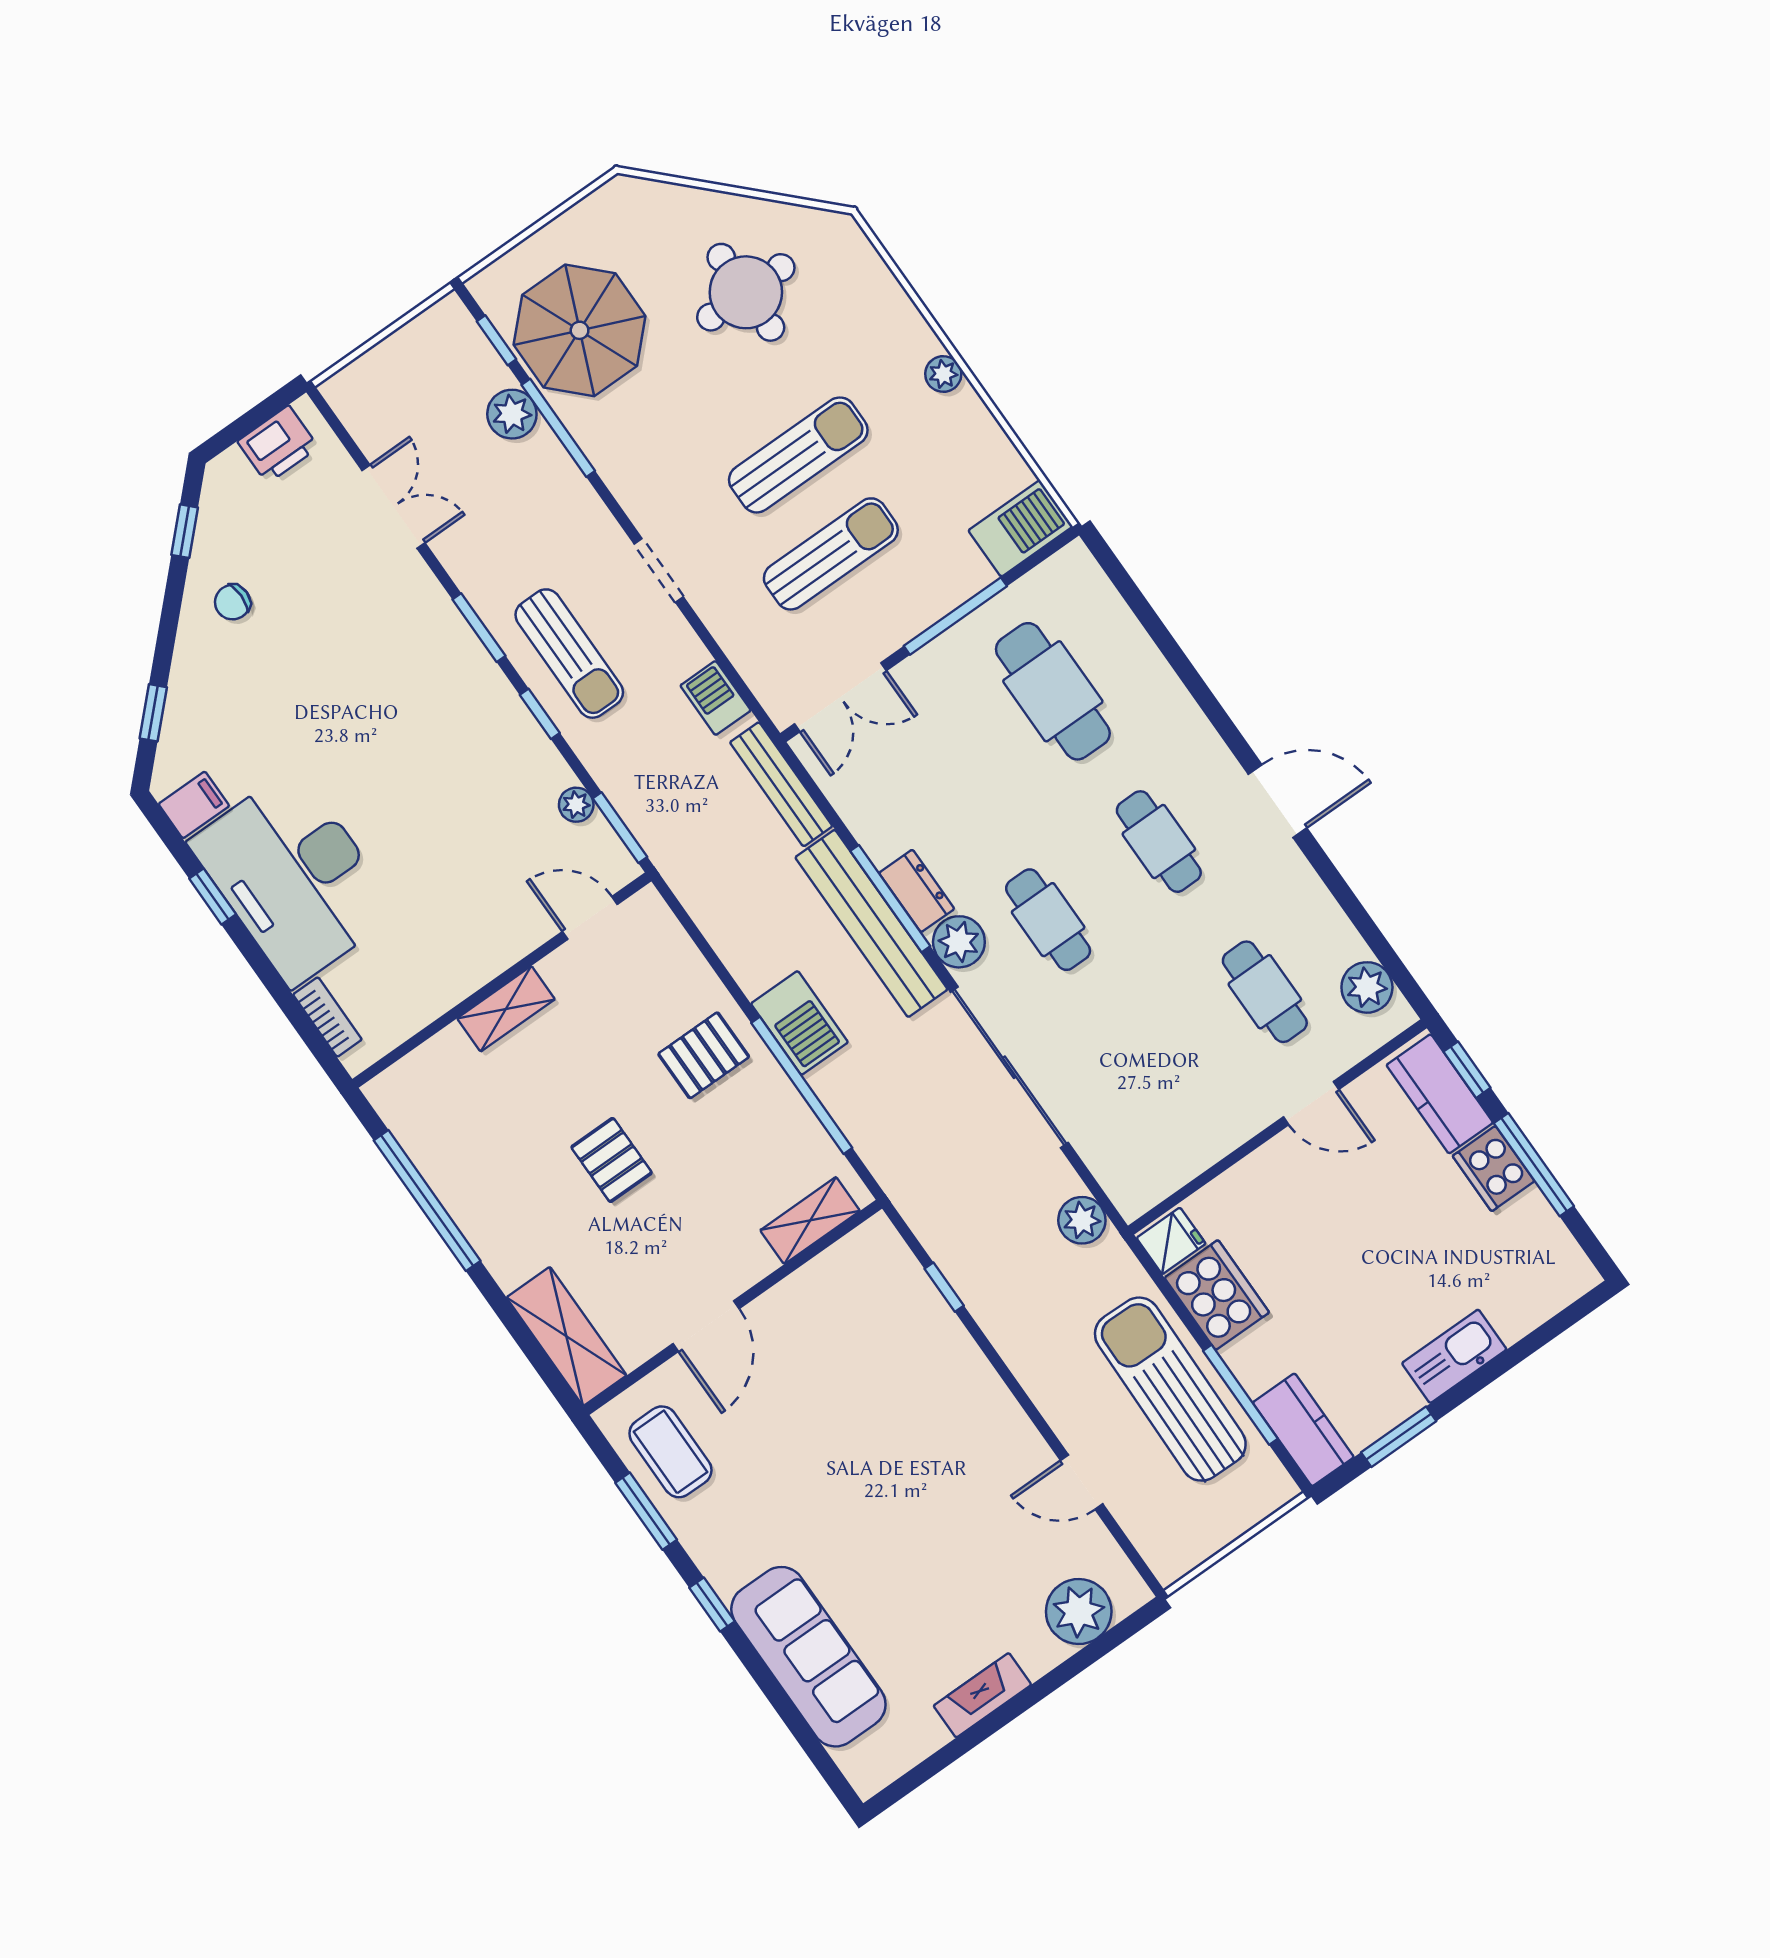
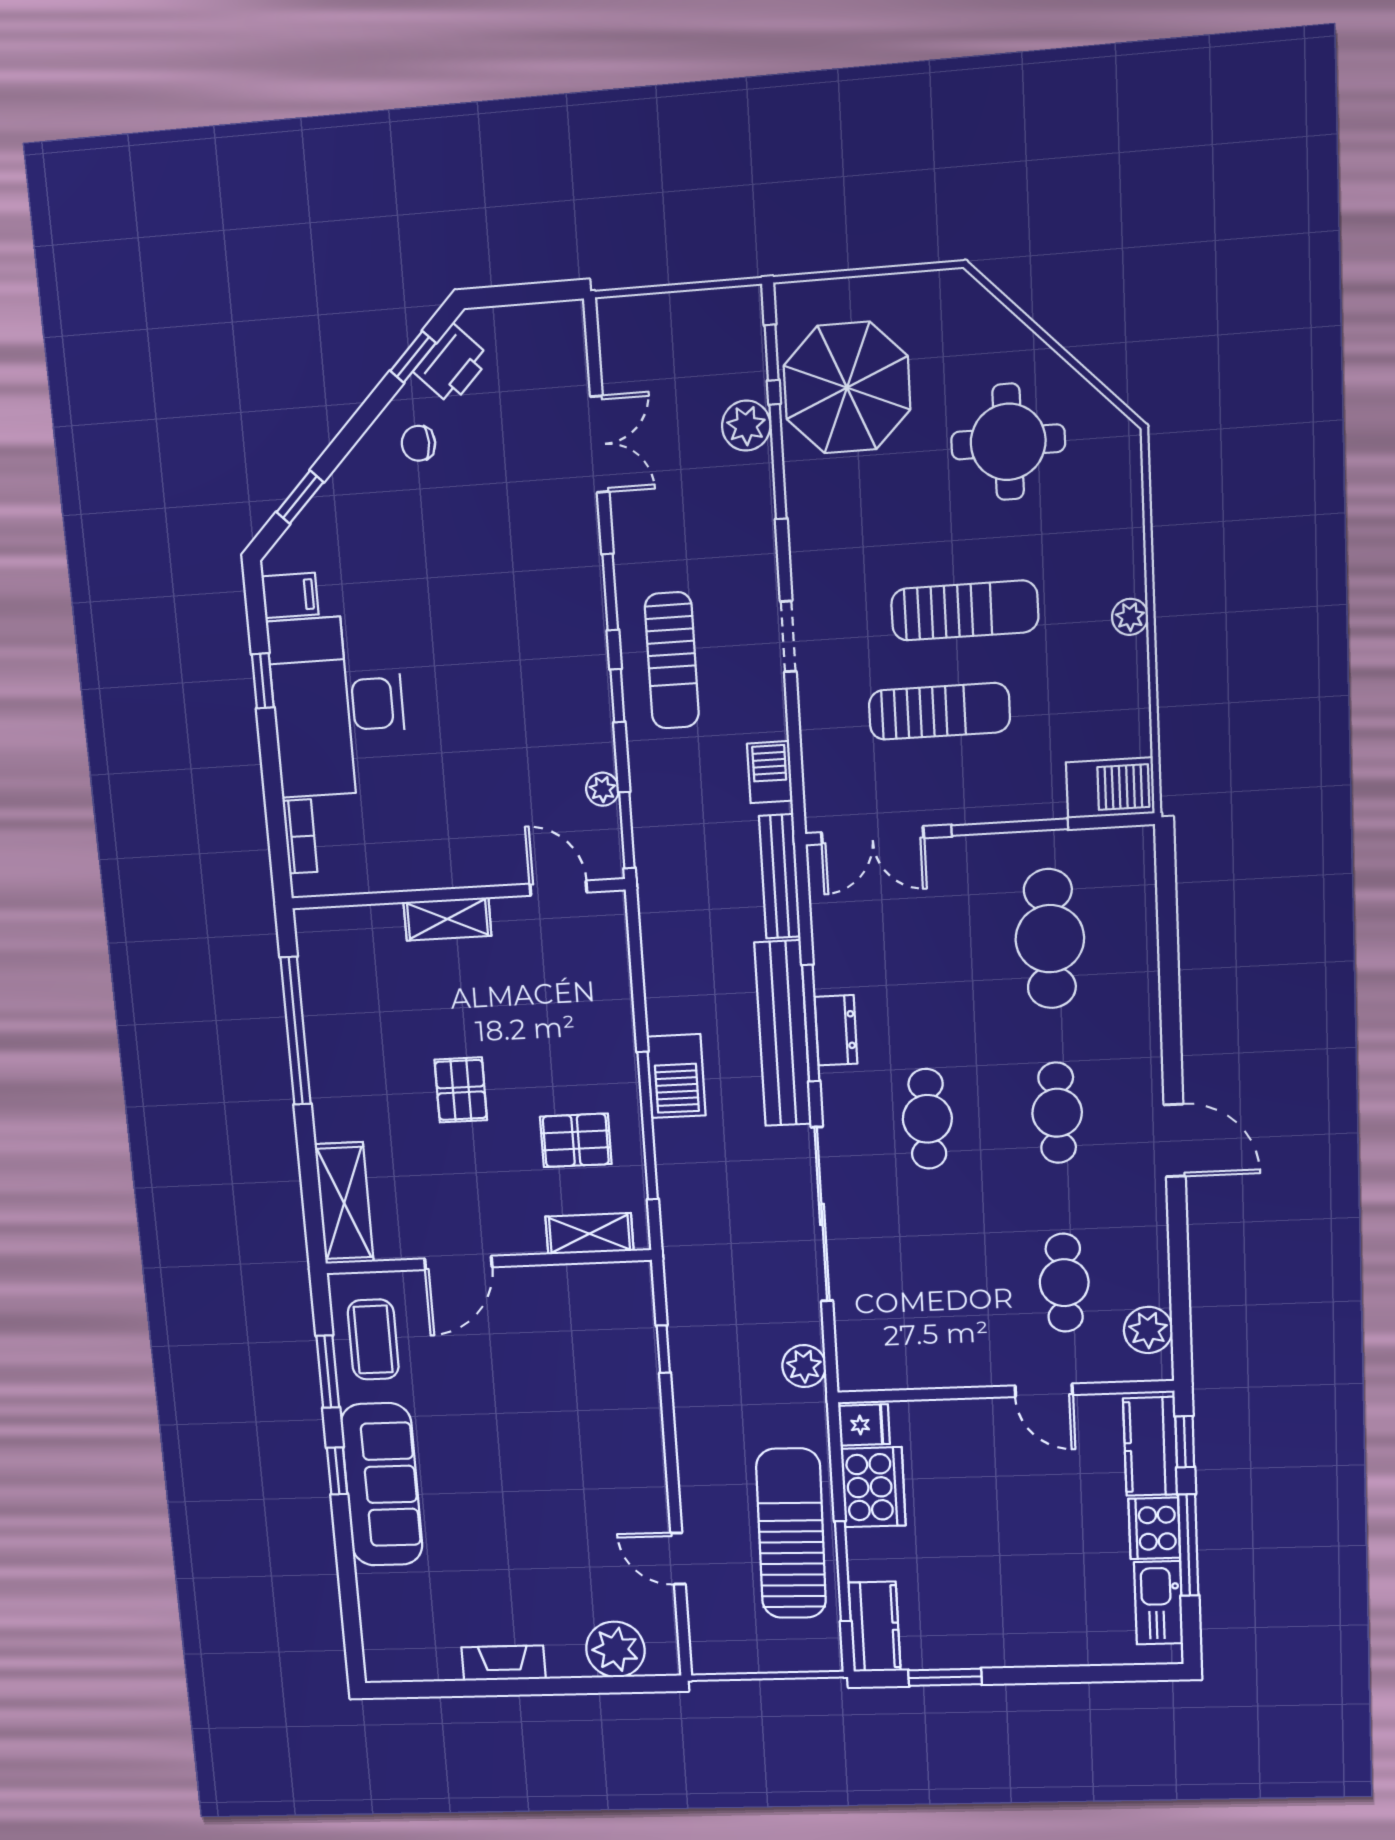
printer: (278, 444) -> (452, 365), moved, turned -45
plant: (959, 942) -> (844, 1092), removed
pallet: (704, 1055) -> (576, 1140), moved
kitchen sink: (1454, 1356) -> (1158, 1603), moved, turned -90
sofa: (808, 1657) -> (382, 1485), moved

